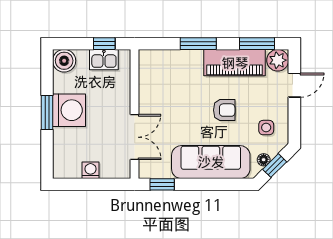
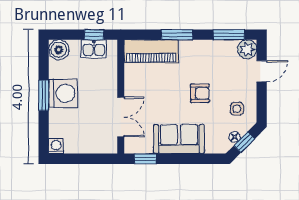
piano: (235, 63) -> (151, 51), moved
sofa: (211, 162) -> (179, 139), width x0.73
washing machine: (90, 170) -> (56, 146), moved

